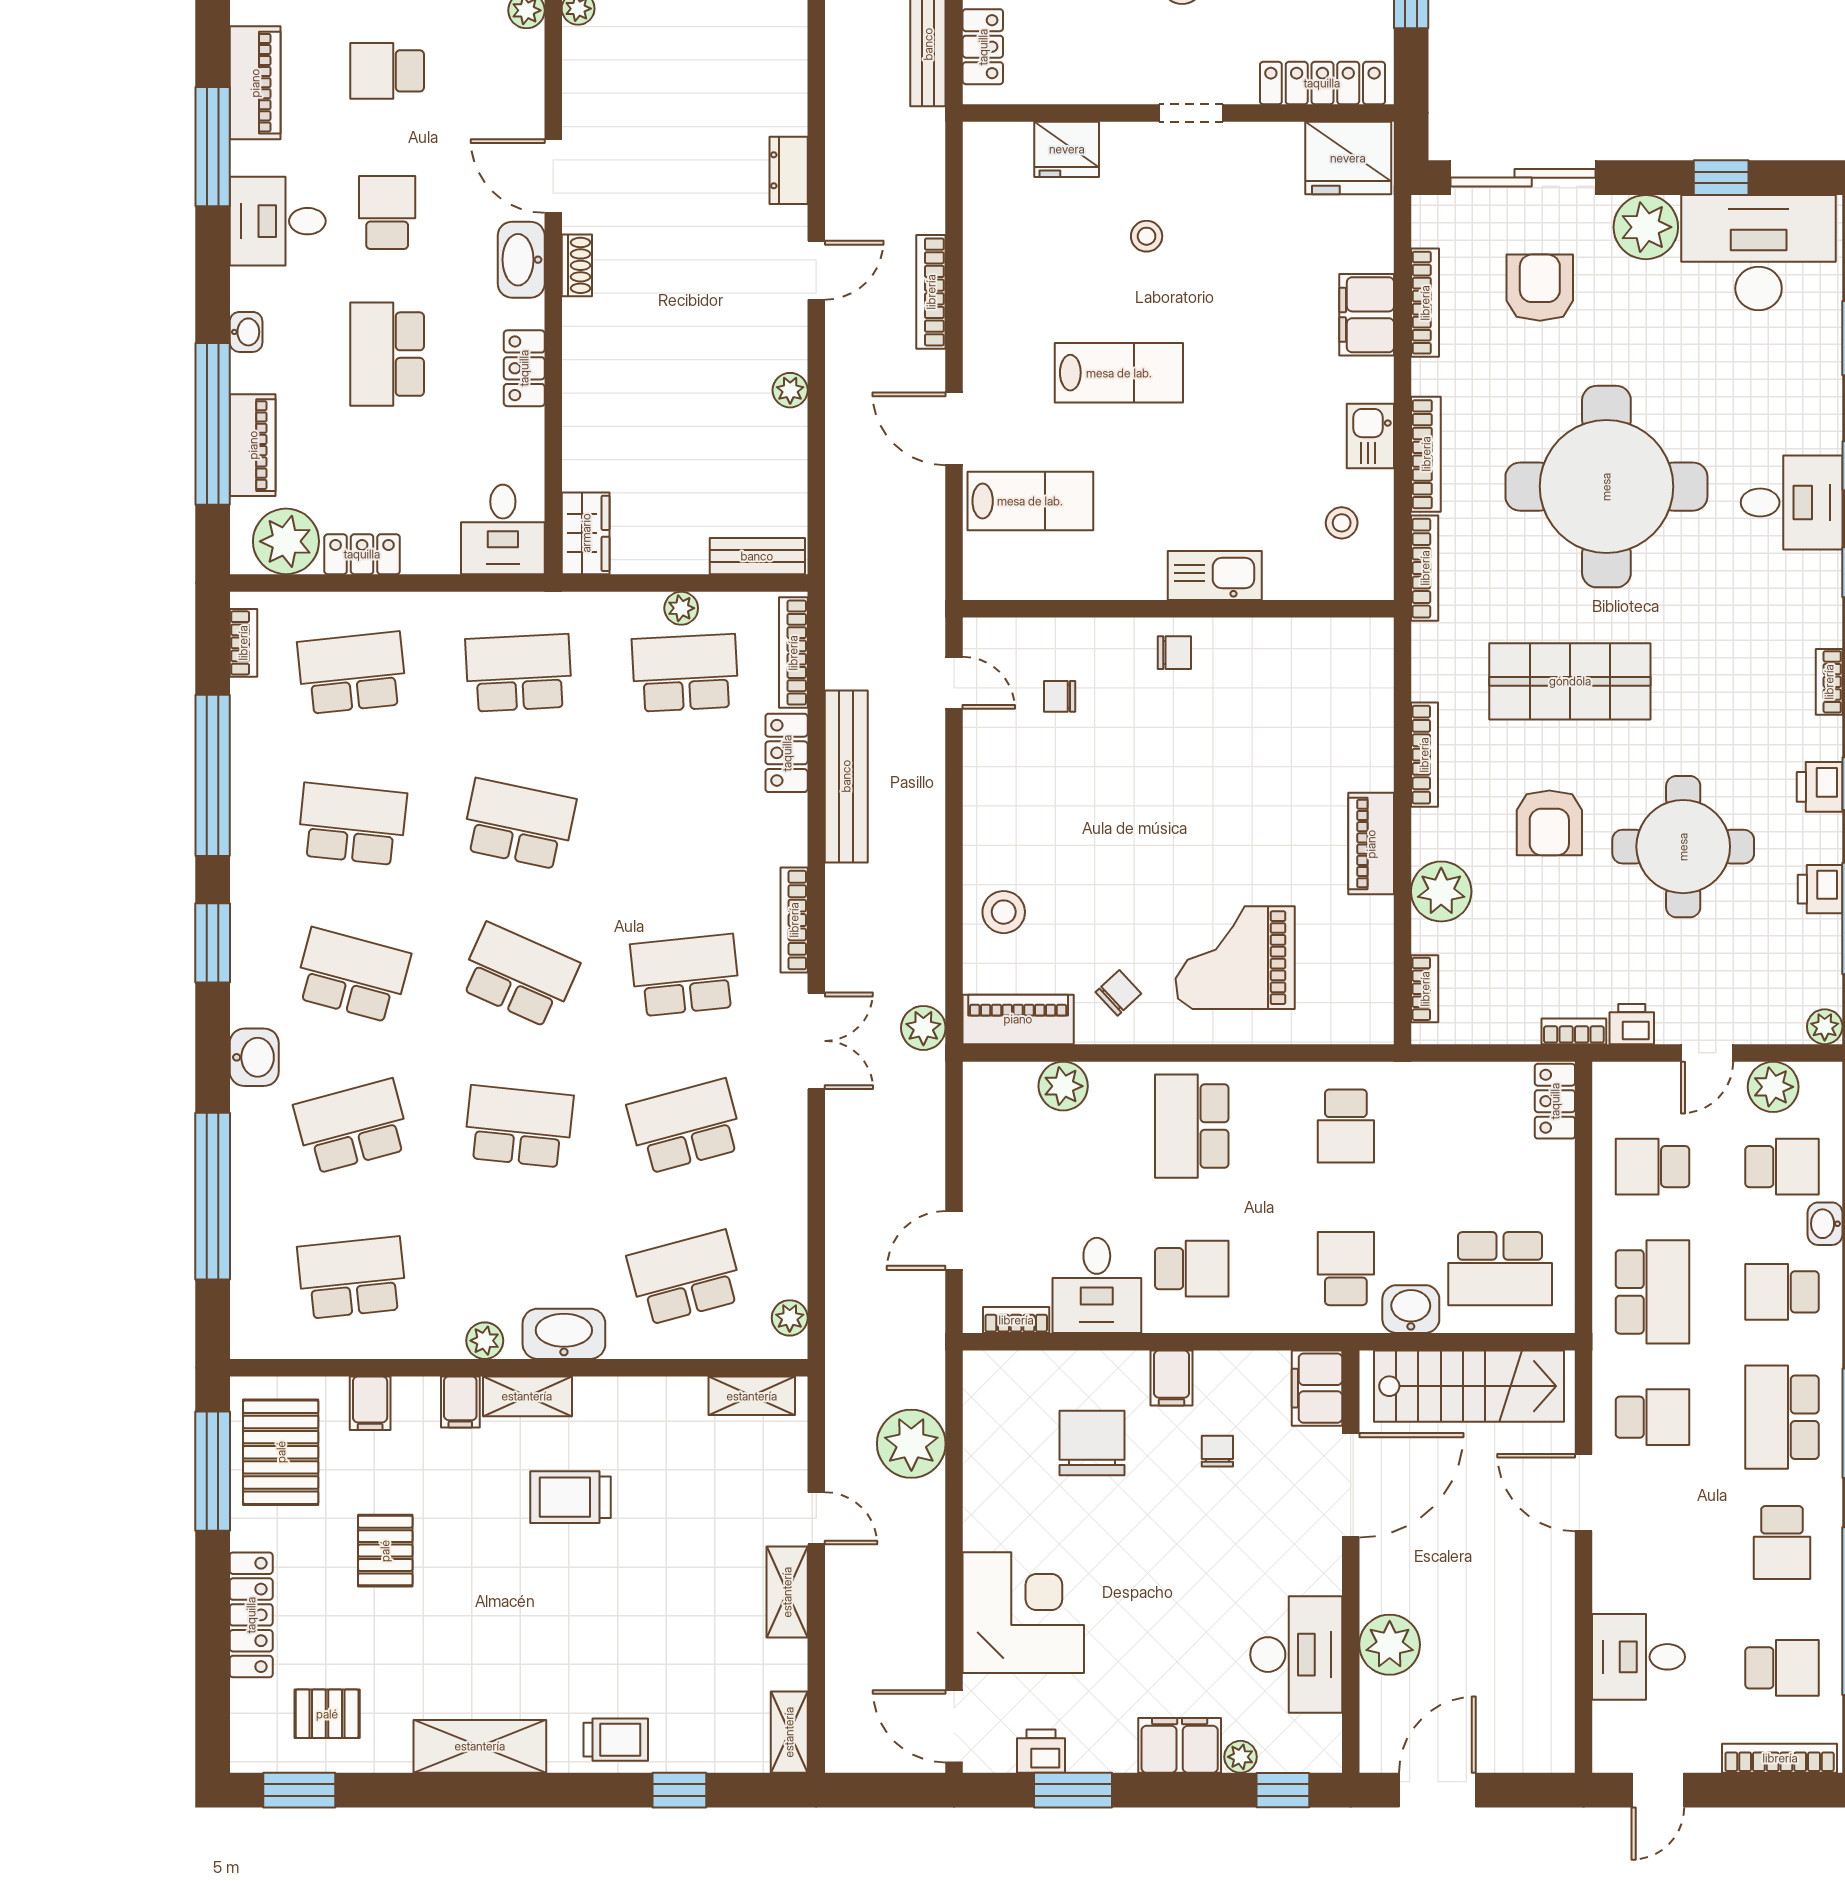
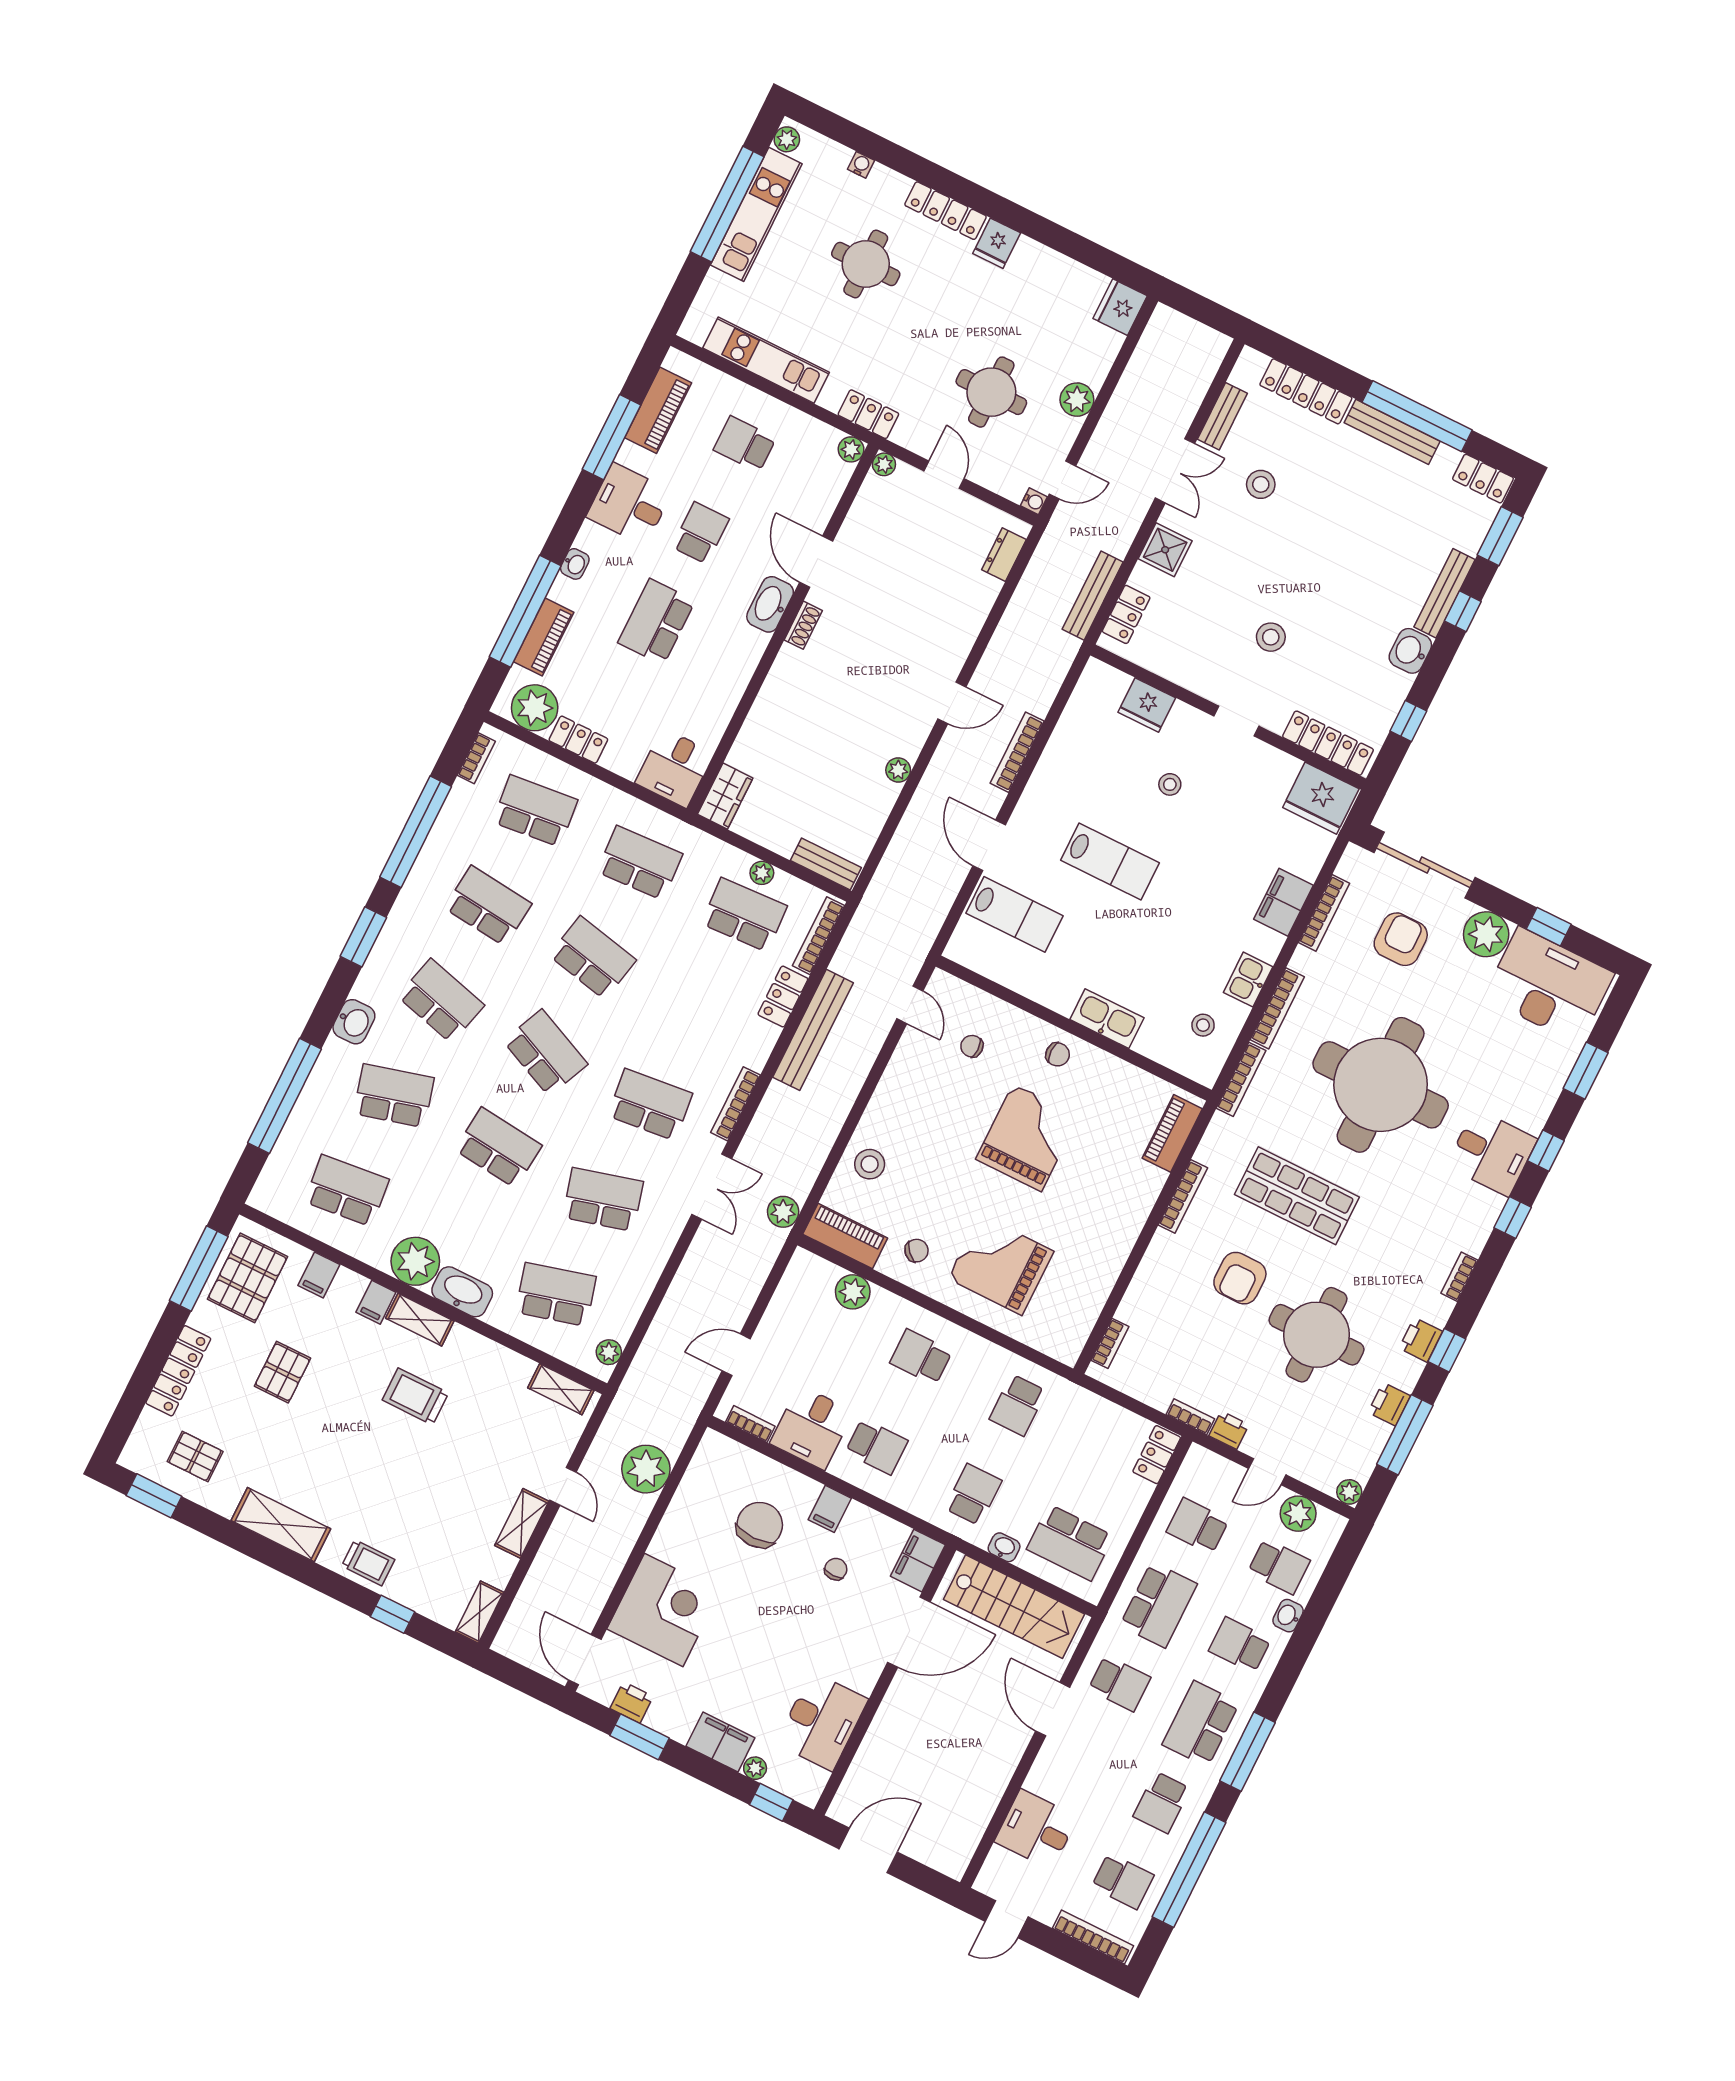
dresser: (789, 170) -> (1004, 555), moved
locker: (524, 368) -> (738, 673), removed
grand piano: (1188, 778) -> (1027, 1138), added
piano: (1371, 844) -> (1172, 1133), moved
plant: (1441, 891) -> (1151, 1288), removed
school desk: (1192, 1126) -> (921, 1357), width x0.54
washbasin: (1411, 1309) -> (1004, 1547), width x0.72, depth x0.69
plant: (485, 1341) -> (415, 1261), width x1.88, depth x1.88
plant: (1390, 1645) -> (884, 1744), removed

